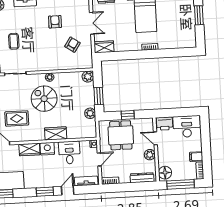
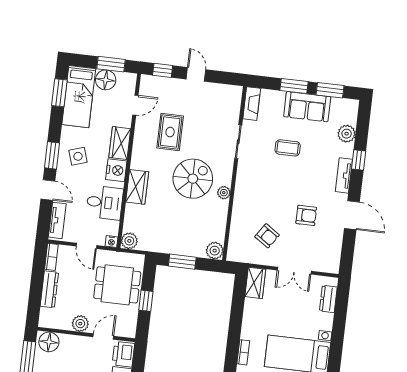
plant: (90, 113) -> (129, 241), moved
side table: (43, 175) -> (78, 156), added
dresser: (142, 178) -> (49, 289), moved

